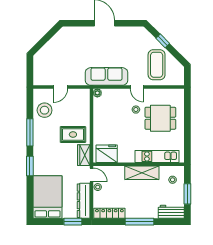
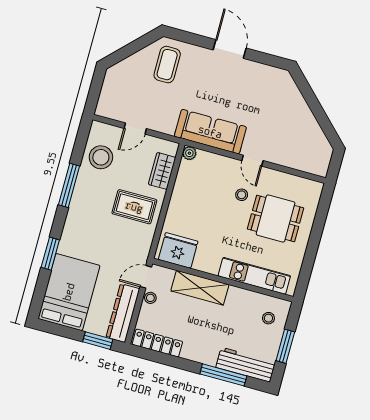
window: (163, 41) -> (312, 101), removed
coffee table: (157, 65) -> (167, 65), moved, width x0.73, depth x0.76
wardrobe: (84, 155) -> (162, 171), moved
window: (30, 166) -> (50, 254), moved
shelving: (142, 173) -> (200, 288), moved
door: (91, 175) -> (146, 277), swing flipped
workbench: (171, 212) -> (246, 365), width x1.37
window: (140, 222) -> (223, 375), moved

